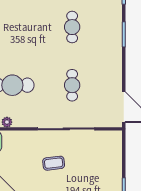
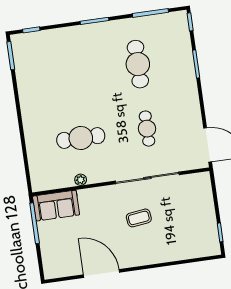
cafe table: (72, 27) -> (138, 64), width x1.37, depth x1.35

